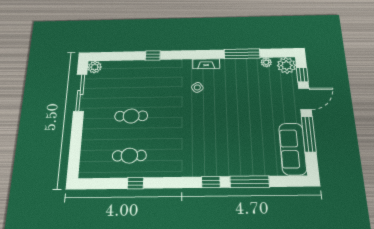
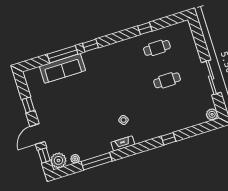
sliding door: (80, 92) -> (211, 77), moved
window: (309, 134) -> (28, 105), width x0.46
sofa: (293, 149) -> (62, 68), moved, turned 90

